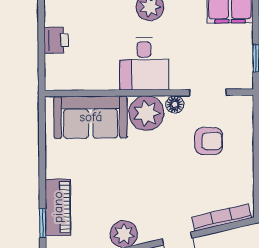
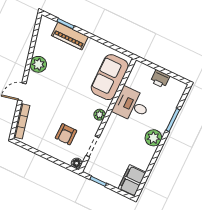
desk: (144, 64) -> (132, 105), moved
floor lamp: (175, 104) -> (77, 163), moved
plant: (146, 113) -> (100, 115), width x0.53, depth x0.53

